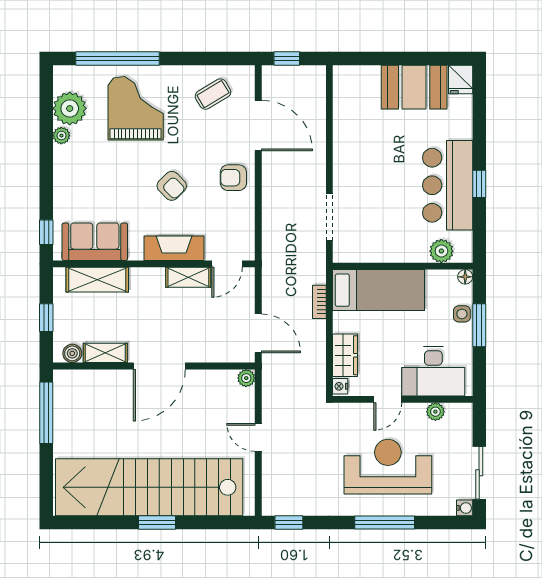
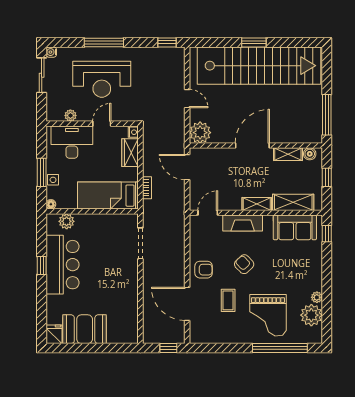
coffee table: (213, 94) -> (228, 300), moved, turned -59
shelving: (188, 277) -> (257, 204), moved
plant: (246, 378) -> (200, 133), width x1.88, depth x1.88

